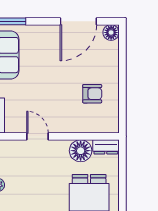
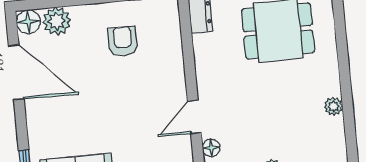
plant: (110, 51) -> (57, 21), added
floor lamp: (81, 151) -> (211, 148), moved, width x0.53, depth x0.53

